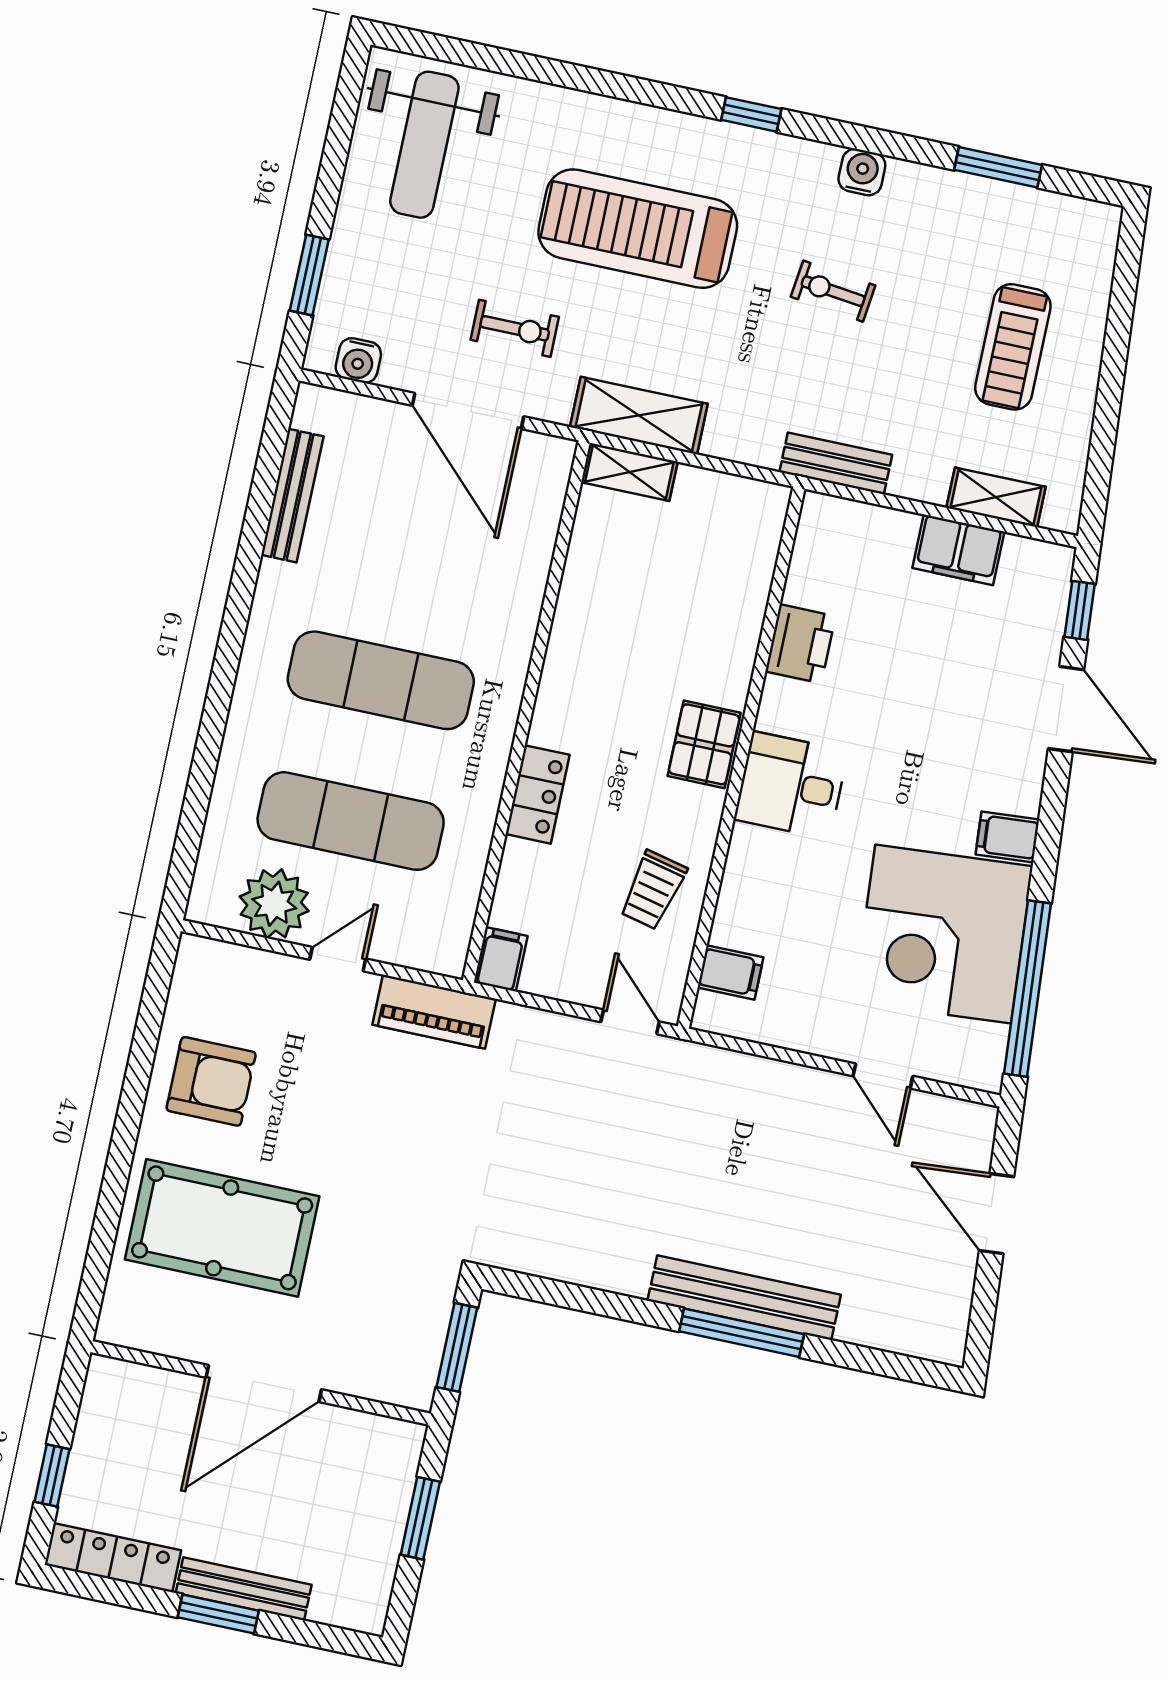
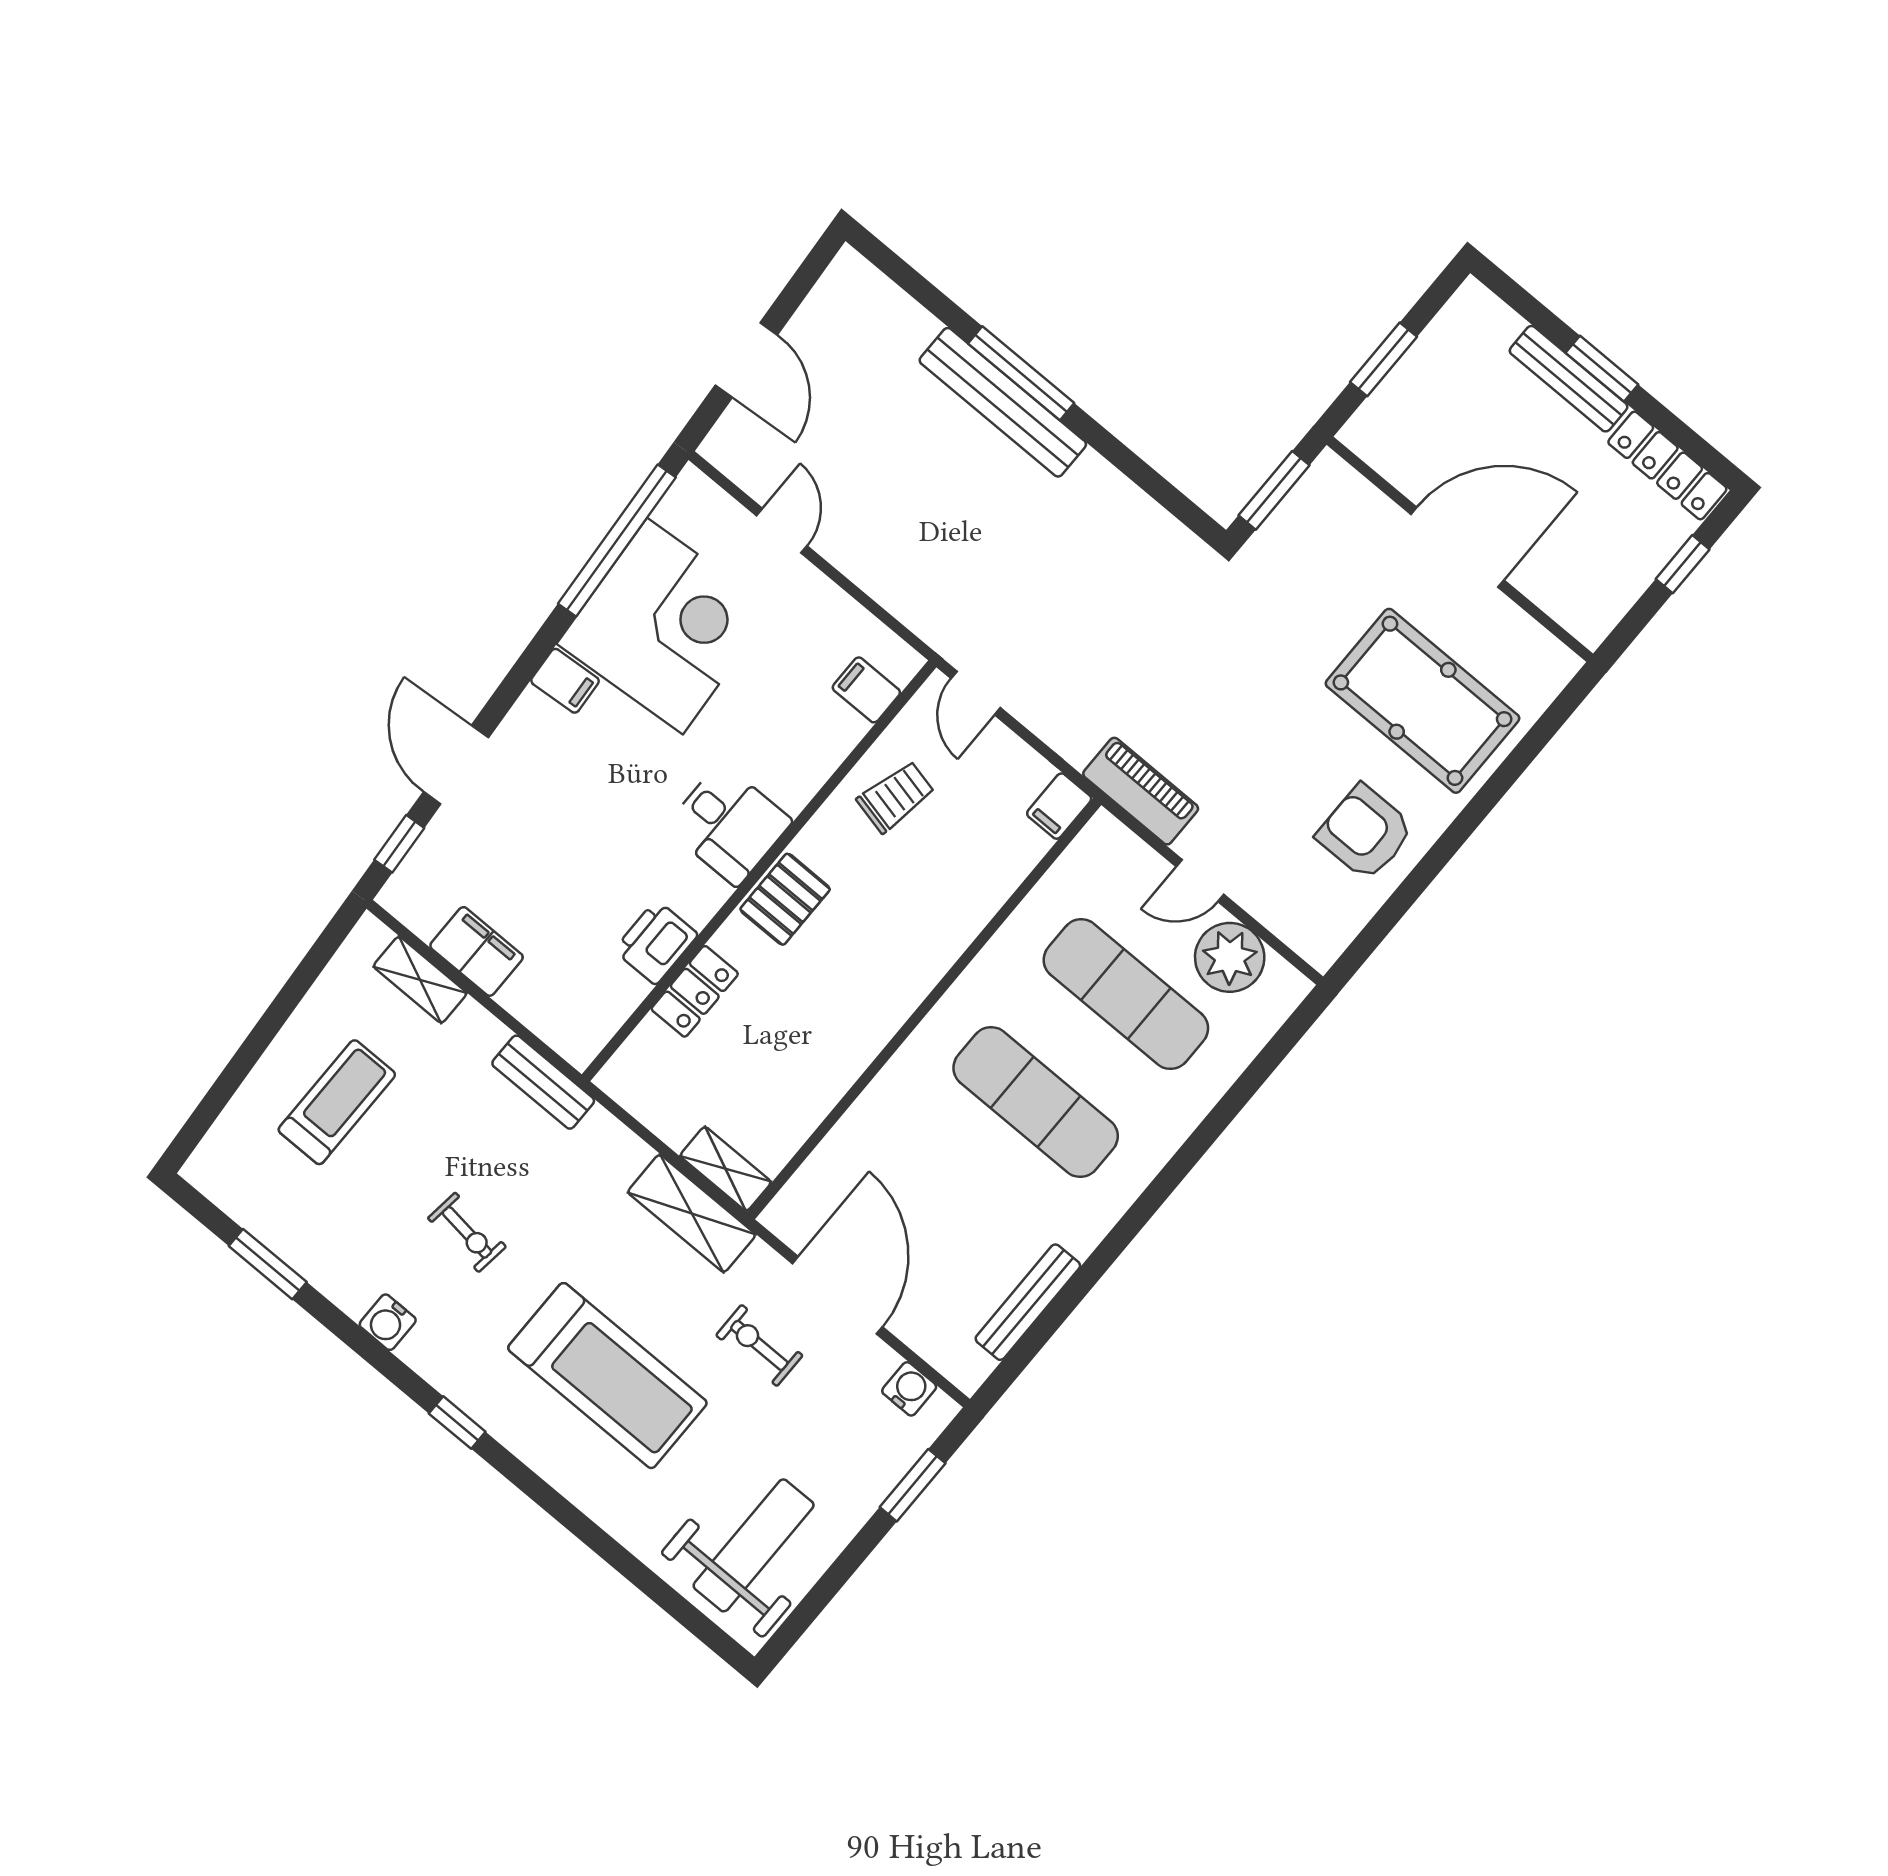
locker: (538, 794) -> (695, 991), moved, turned 180

